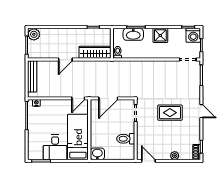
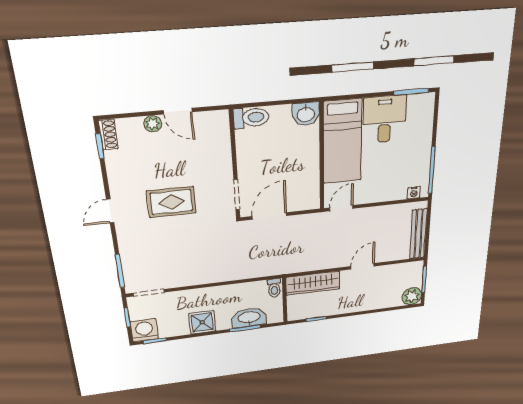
door: (108, 98) -> (269, 216), moved
door: (201, 111) -> (110, 211), hinge flipped
toilet: (126, 139) -> (251, 118), moved
door: (148, 161) -> (178, 111), moved

